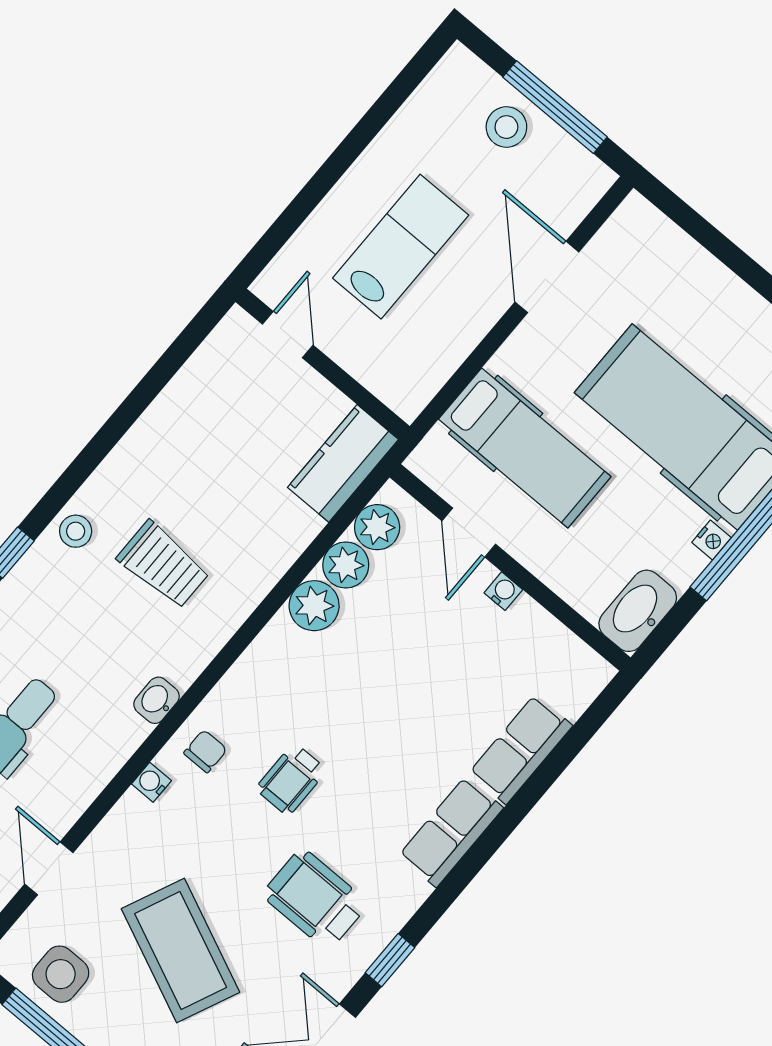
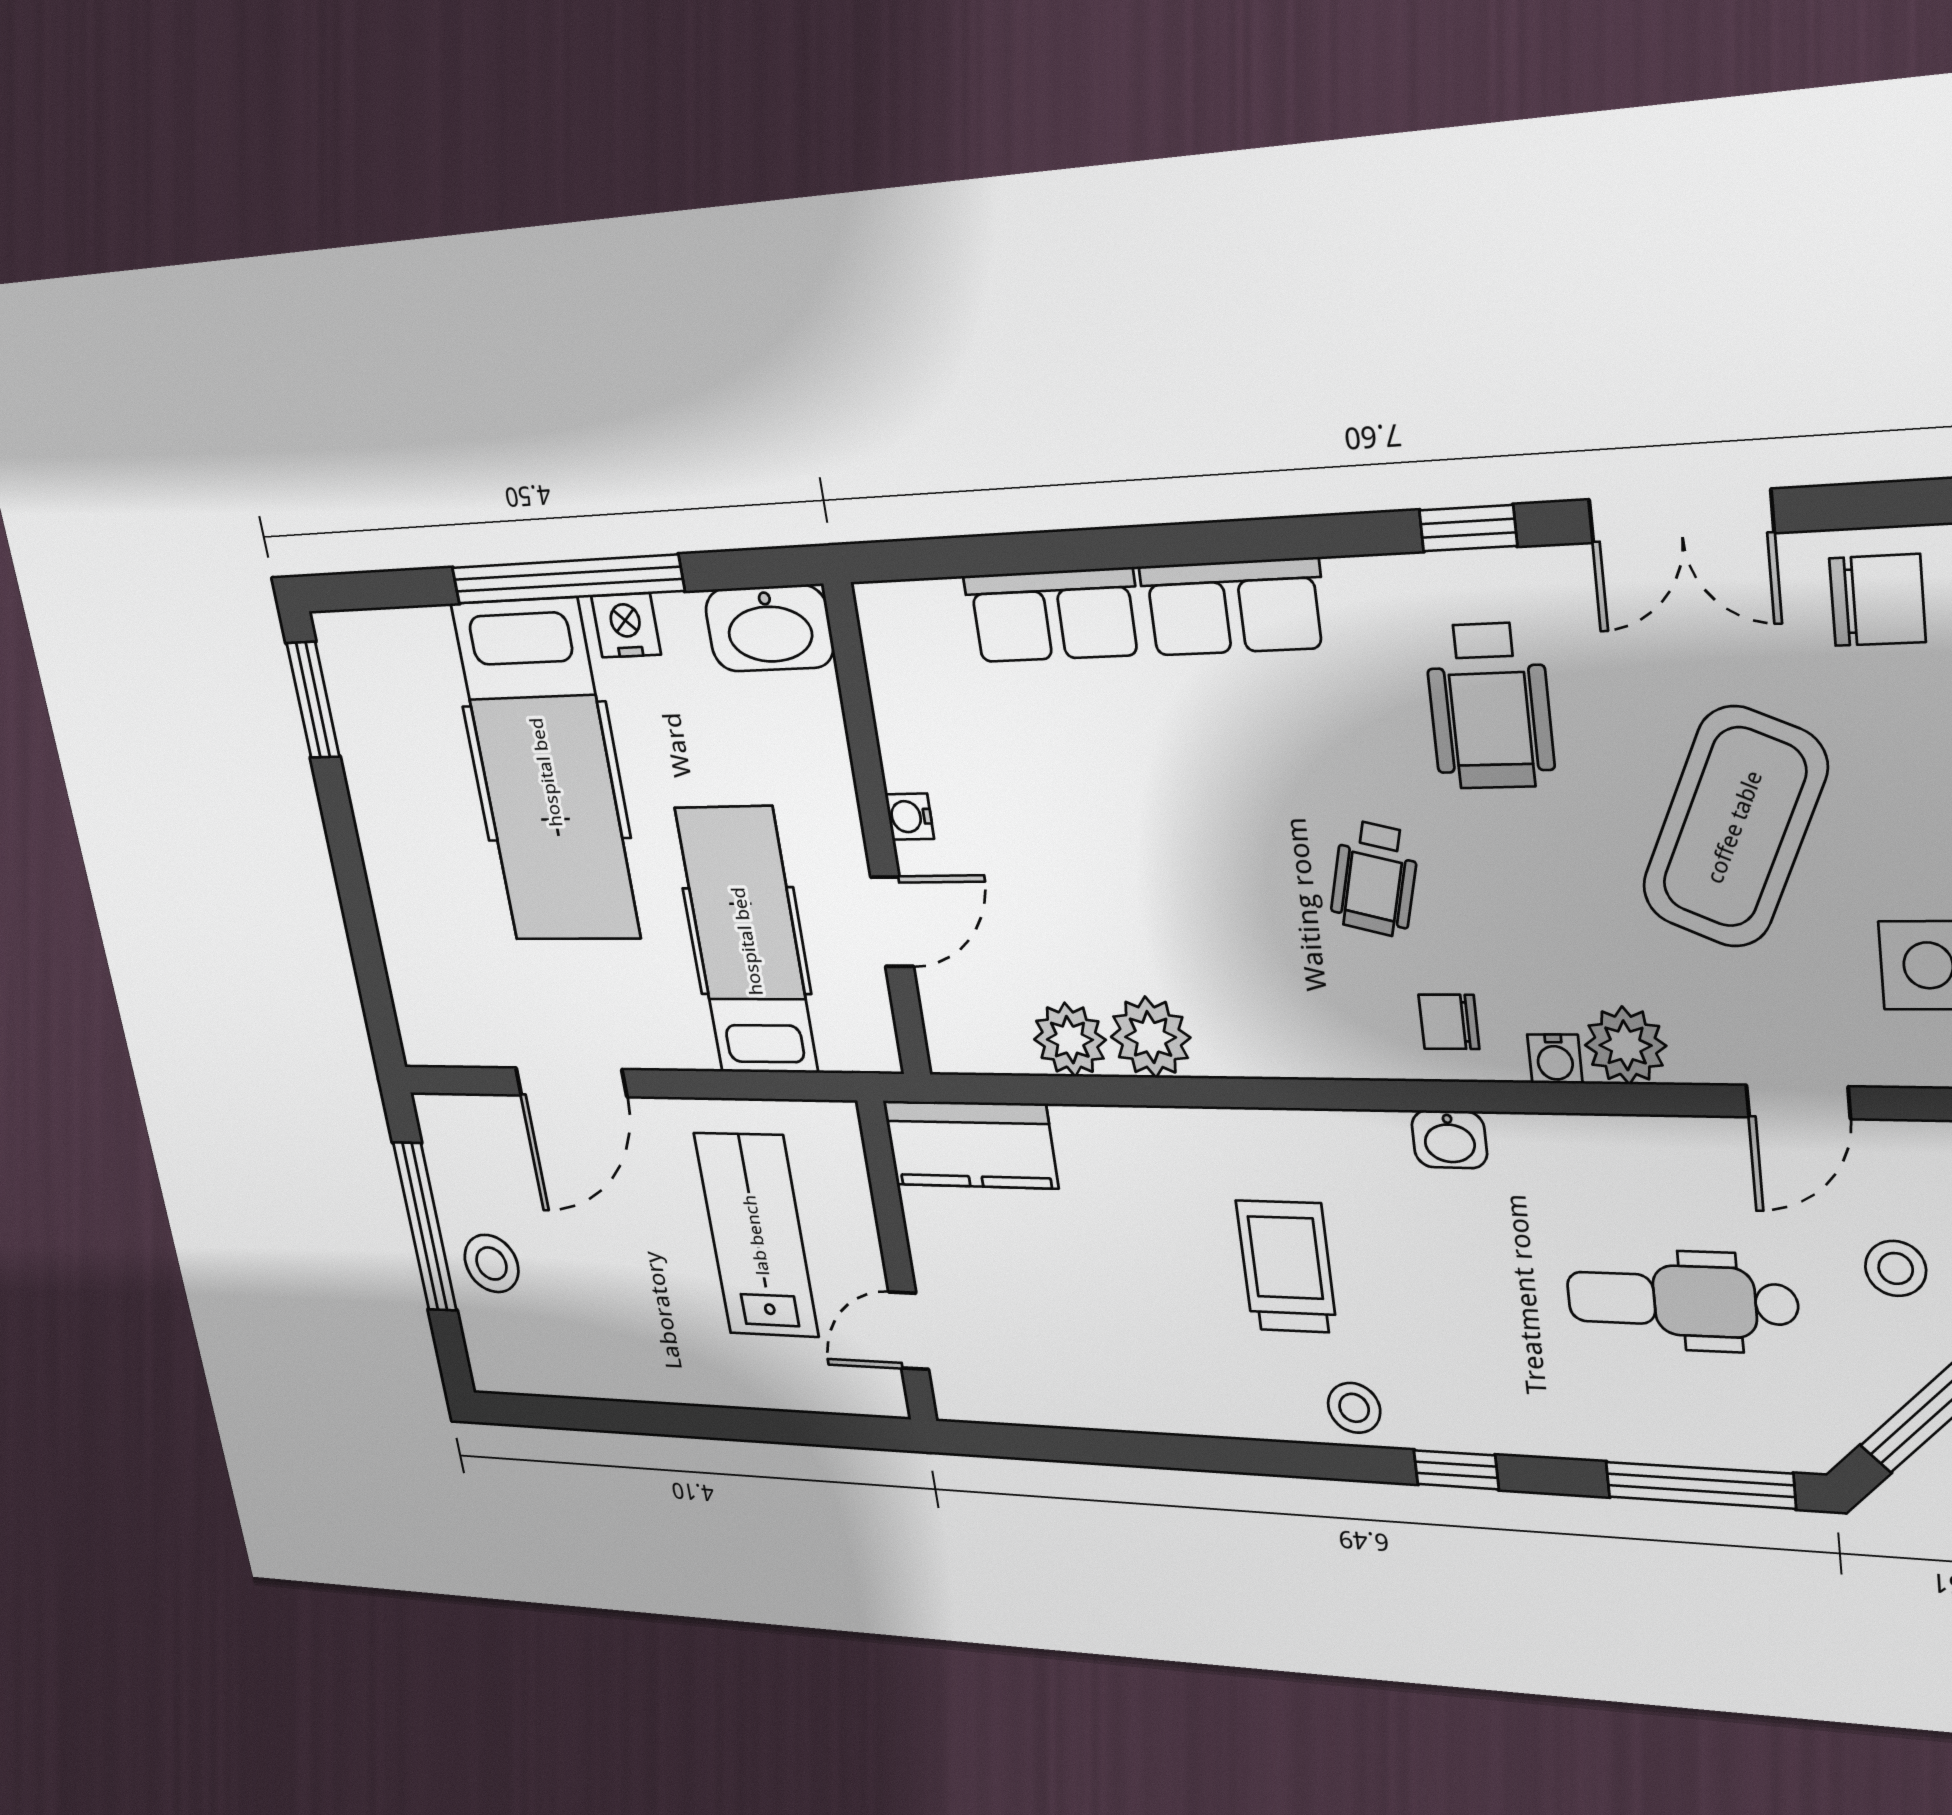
lab bench: (401, 247) -> (756, 1235), moved, turned 90
plant: (377, 527) -> (1626, 1045), moved
nightstand: (711, 540) -> (626, 625), width x1.39, depth x1.35
wheelchair: (291, 779) -> (1374, 878), turned 104

